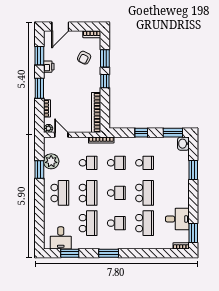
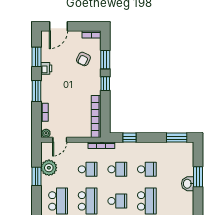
window: (141, 133) -> (130, 138), moved
door: (61, 135) -> (60, 140), swing flipped
washbasin: (183, 144) -> (188, 184), moved

